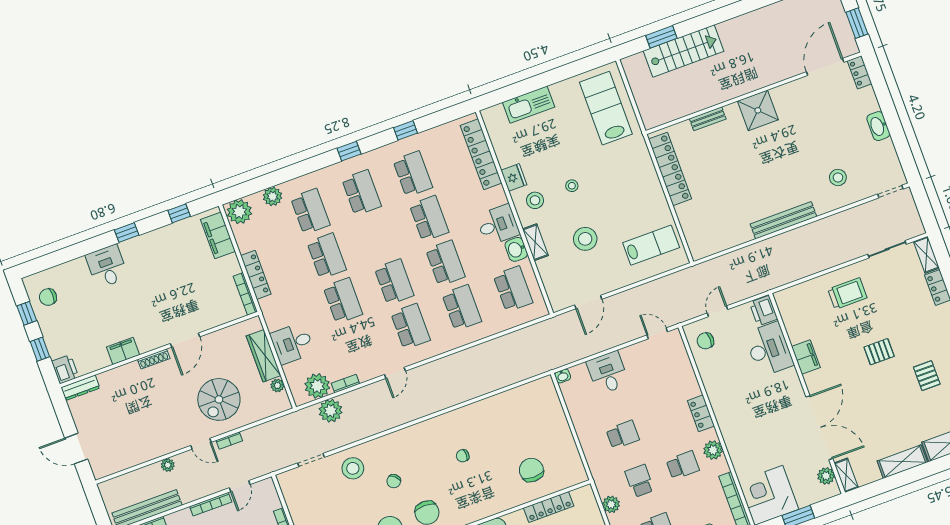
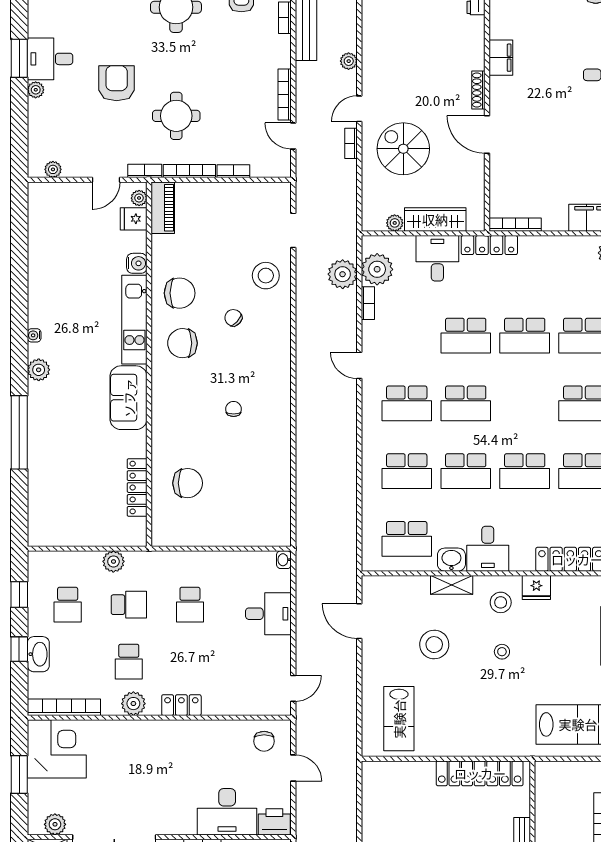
locker: (256, 275) -> (489, 245), moved
chair: (705, 341) -> (264, 741), turned 180

